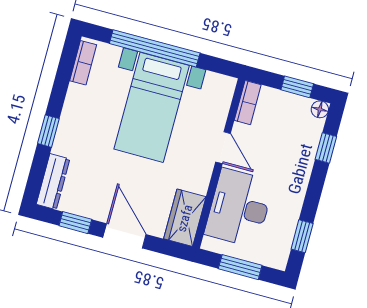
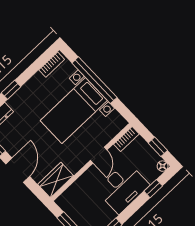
desk: (239, 208) -> (123, 188), moved, turned 180

